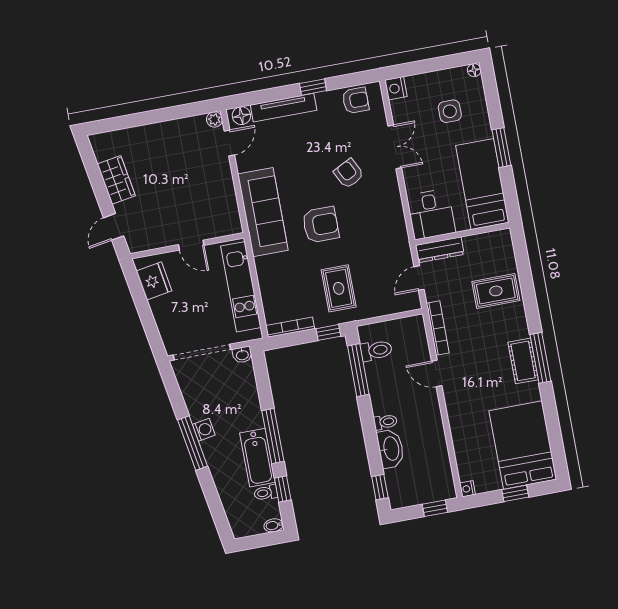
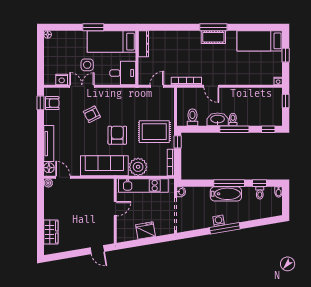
window: (313, 87) -> (40, 103), moved
nightstand: (396, 88) -> (62, 80), moved
armchair: (356, 100) -> (52, 103), turned 90
side table: (450, 111) -> (87, 65), moved
wardrobe: (116, 180) -> (51, 232), moved, turned 100
dresser: (440, 250) -> (143, 44), moved
plant: (272, 271) -> (138, 167), added
door: (419, 278) -> (157, 86), swing flipped
fridge: (154, 281) -> (146, 230), moved
rug: (339, 288) -> (154, 132), width x1.36, depth x1.43
rug: (496, 291) -> (172, 45), removed
window: (358, 370) -> (234, 129), moved
door: (437, 373) -> (211, 86), hinge flipped
bed: (523, 445) -> (260, 41), width x0.67
washbasin: (391, 449) -> (218, 119), moved
bathtub: (258, 458) -> (226, 194), moved

